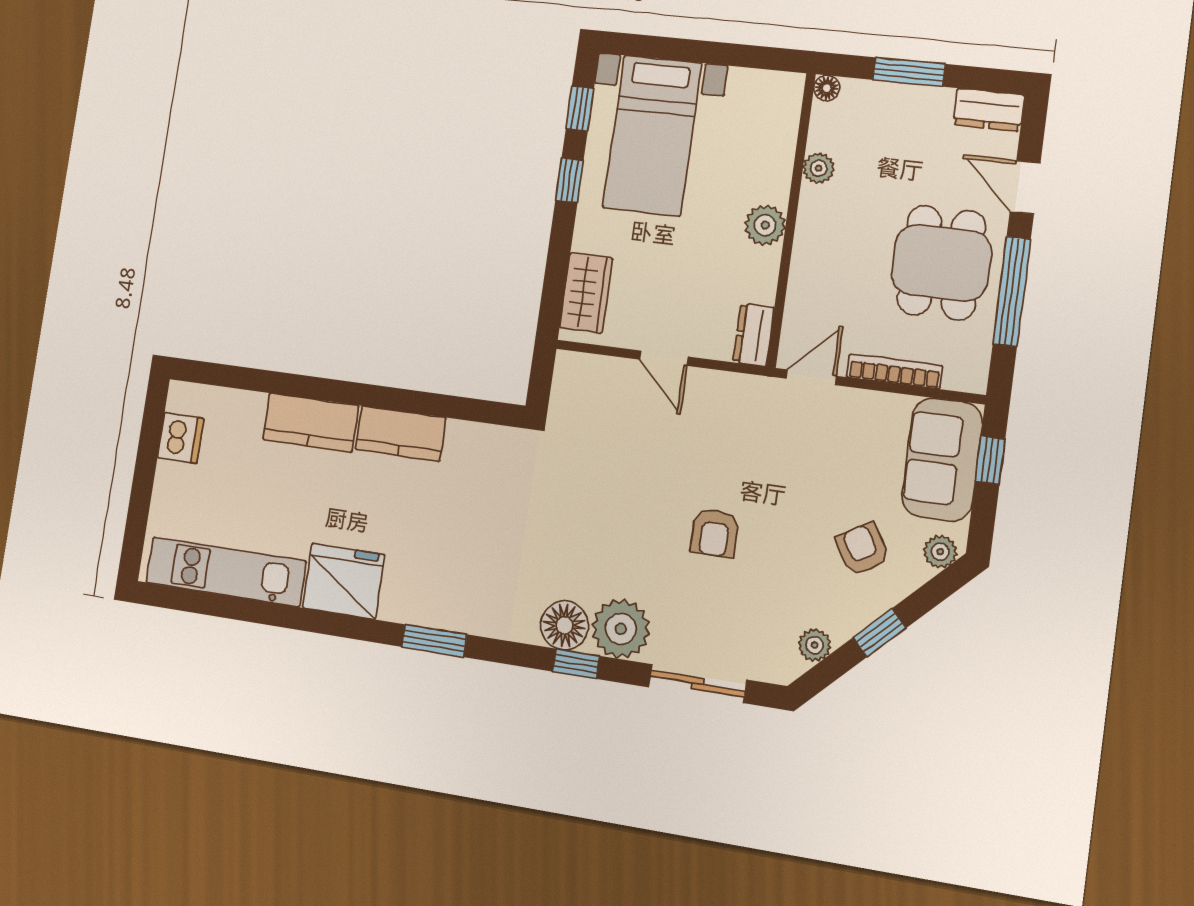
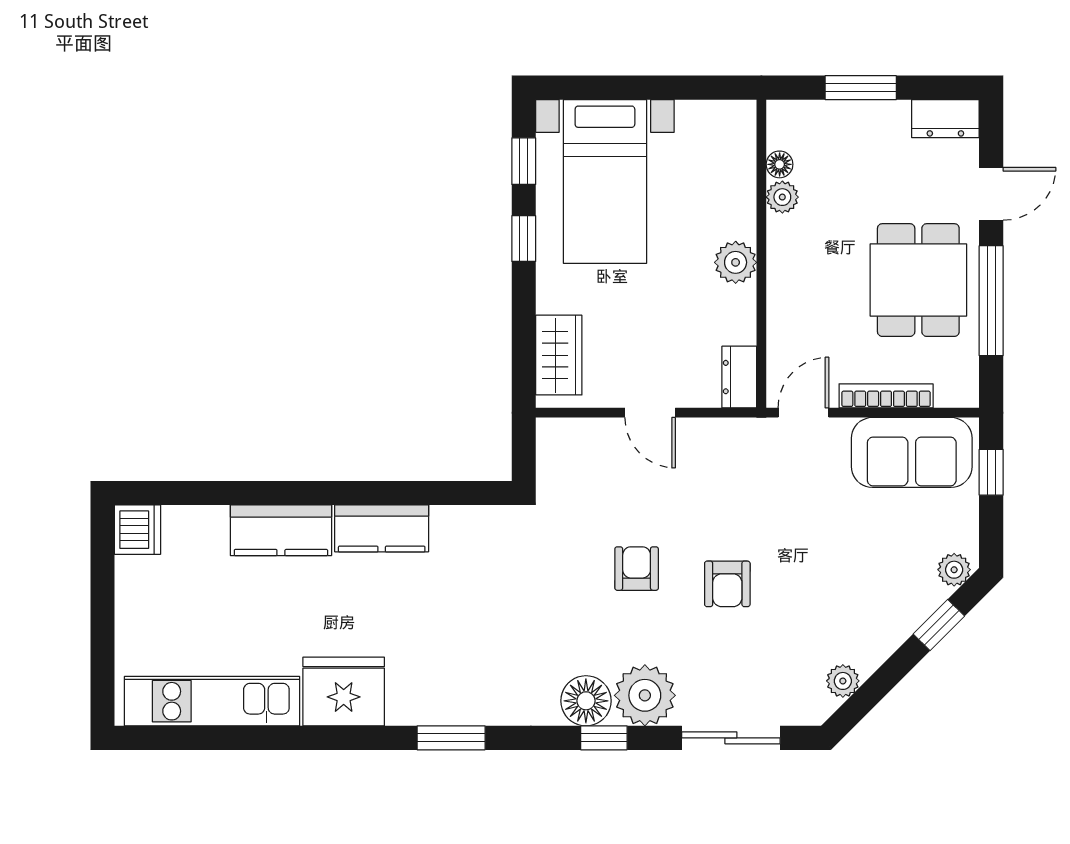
floor lamp: (827, 88) -> (780, 164), moved
door: (1025, 187) -> (991, 194), swing flipped
dishwasher: (181, 438) -> (137, 530), moved
sofa: (942, 459) -> (912, 452), moved, turned -90
armchair: (862, 549) -> (637, 569), moved, turned 31
window: (879, 633) -> (939, 625), moved

